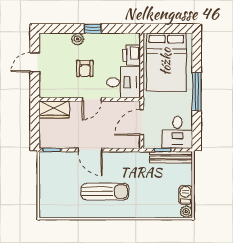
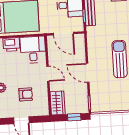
armchair: (85, 68) -> (26, 94), moved
window: (35, 130) -> (74, 117), added
door: (90, 150) -> (88, 73), swing flipped

